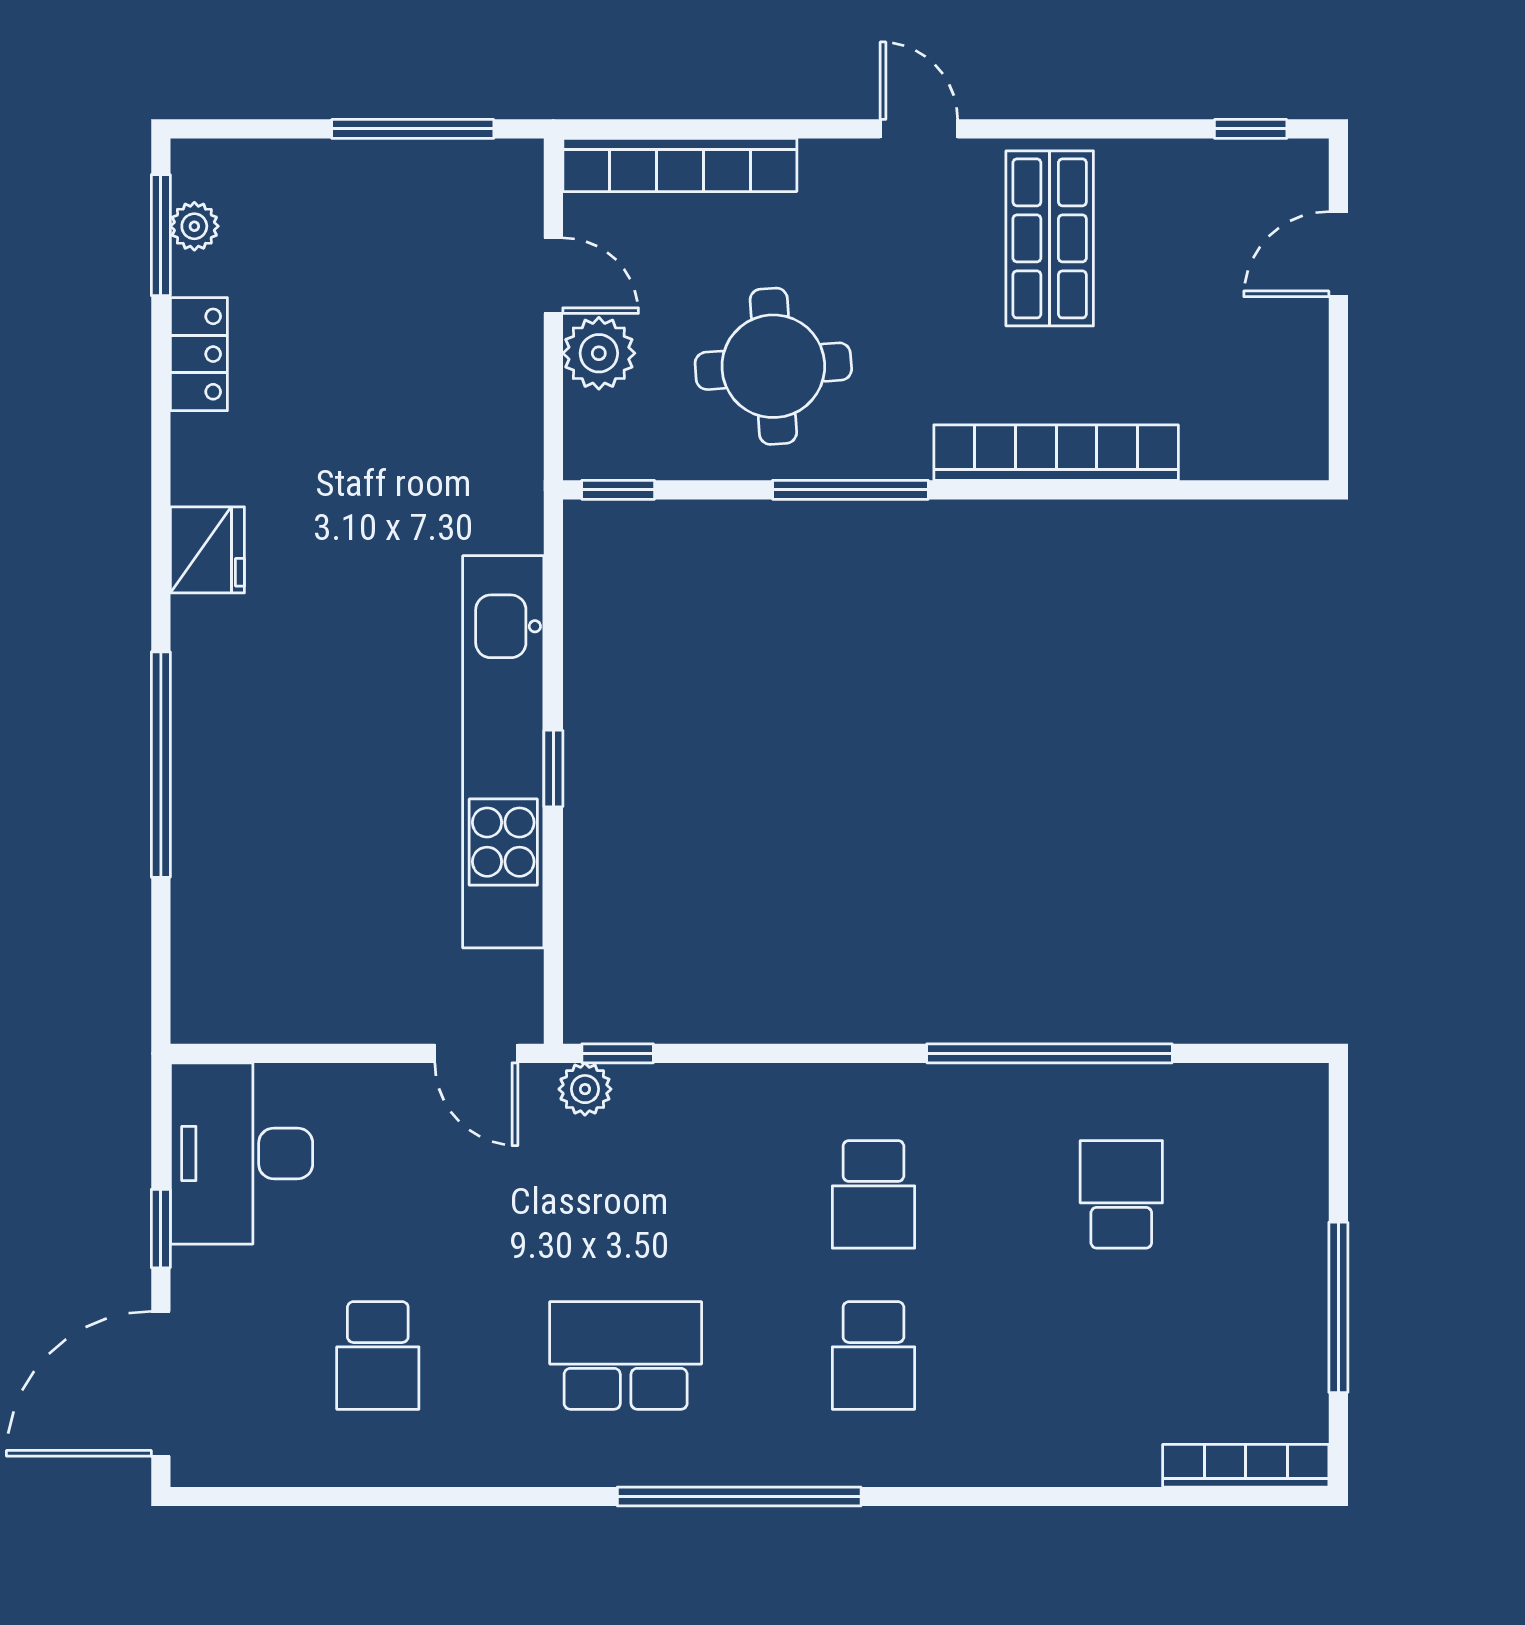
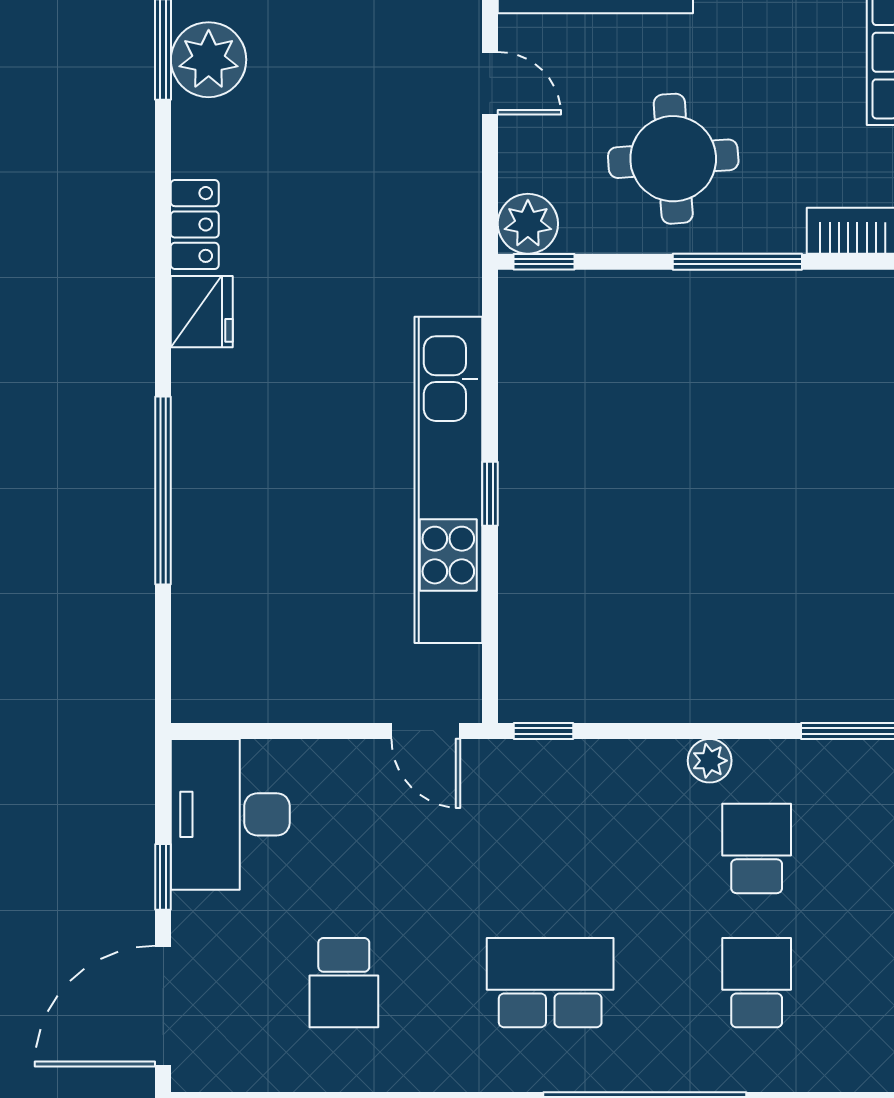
plant: (194, 226) -> (209, 60), width x1.88, depth x1.88
plant: (599, 353) -> (528, 224), moved
locker: (199, 354) -> (195, 224), moved
plant: (585, 1089) -> (710, 761), moved
school desk: (873, 1194) -> (757, 848), turned 180
school desk: (873, 1355) -> (757, 983), turned 180

